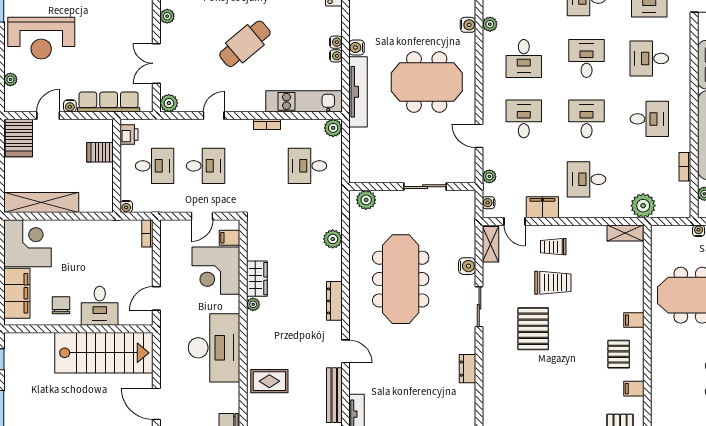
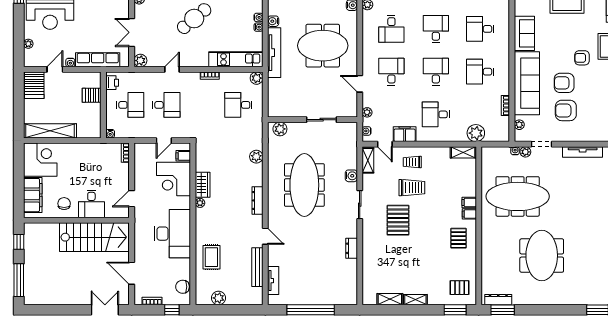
desk: (649, 119) -> (480, 72), turned 180
rug: (269, 381) -> (211, 257), turned 90
filing cabinet: (634, 389) -> (469, 202), moved

